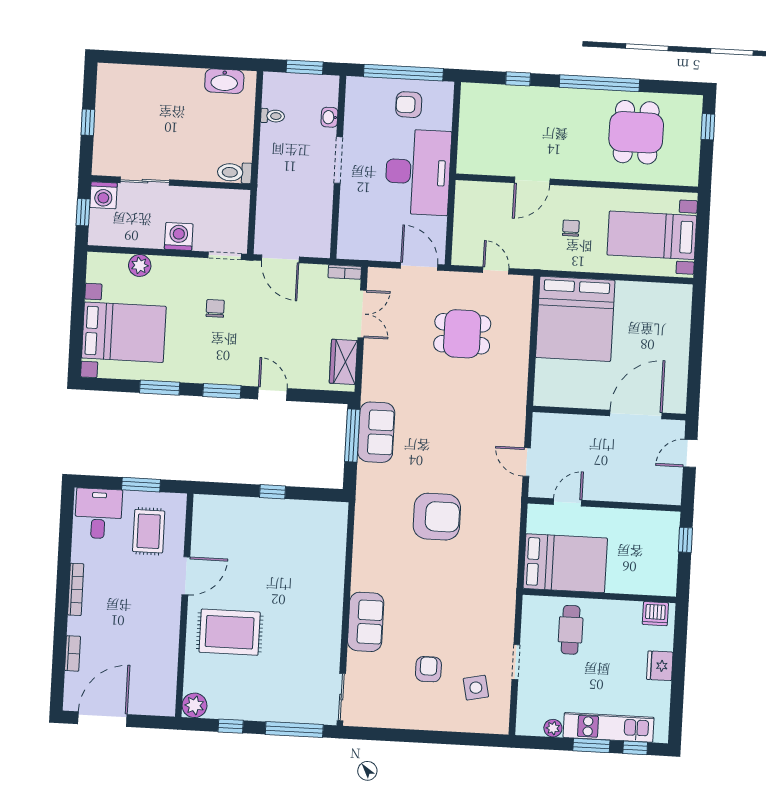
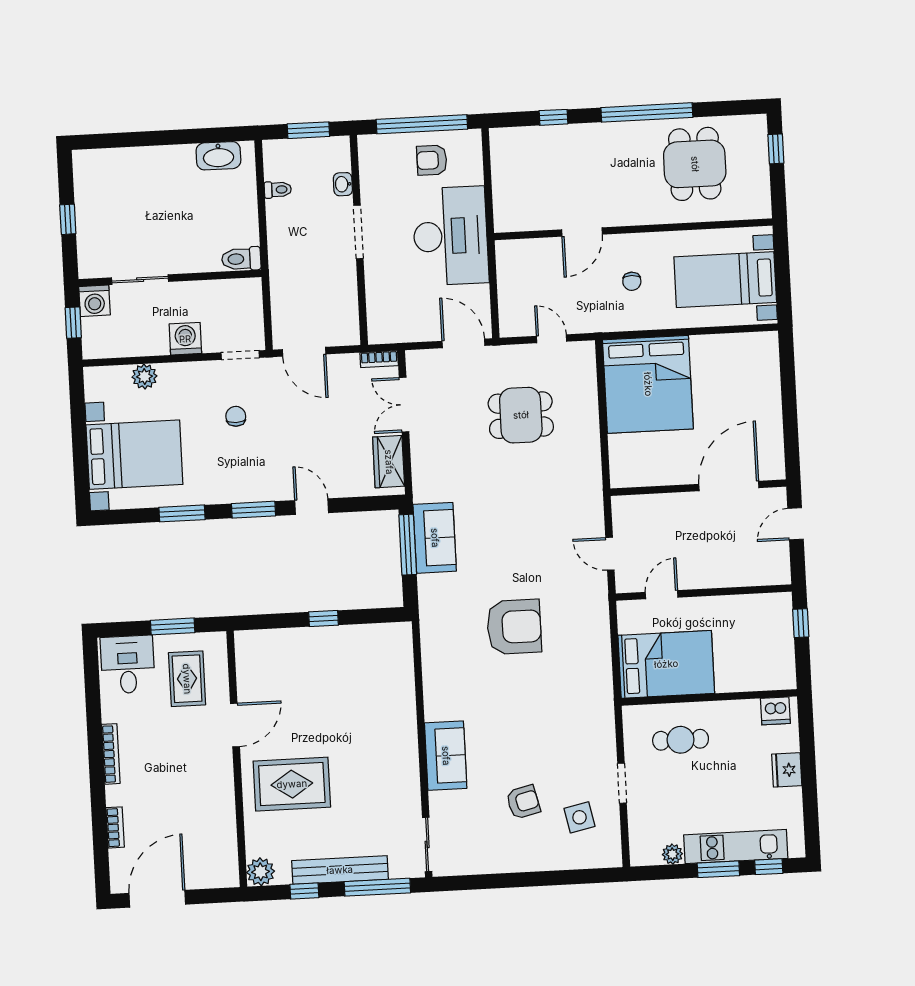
chair: (571, 228) -> (632, 281), turned 180
double door: (362, 314) -> (404, 405), swing flipped
cafe table: (571, 630) -> (681, 740), turned 90
armchair: (428, 669) -> (523, 802), turned 76
bench: (263, 711) -> (340, 870), added

